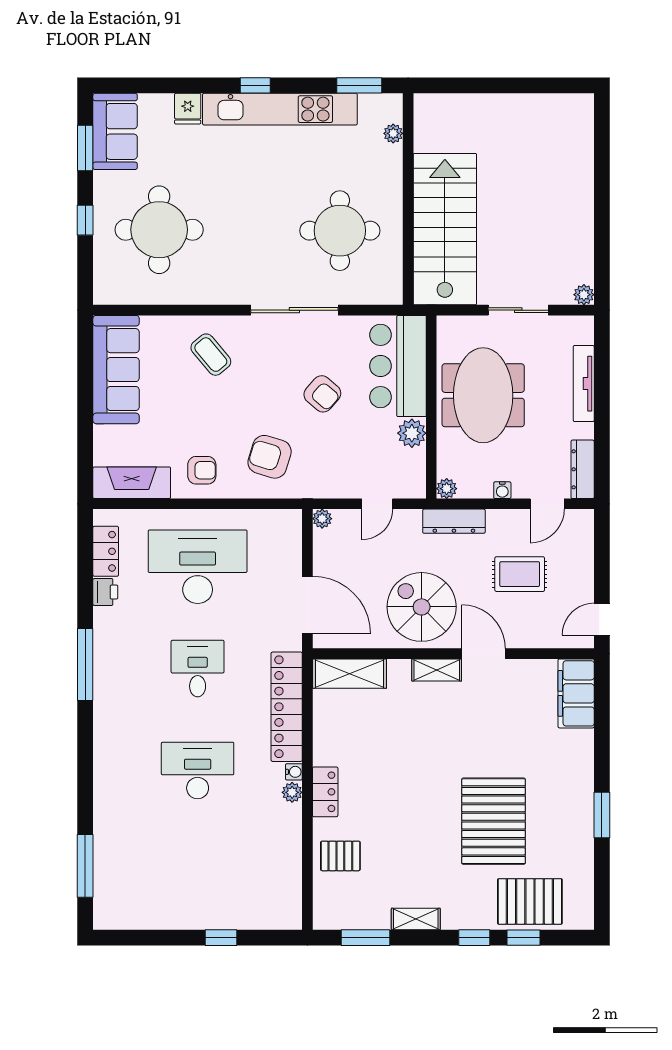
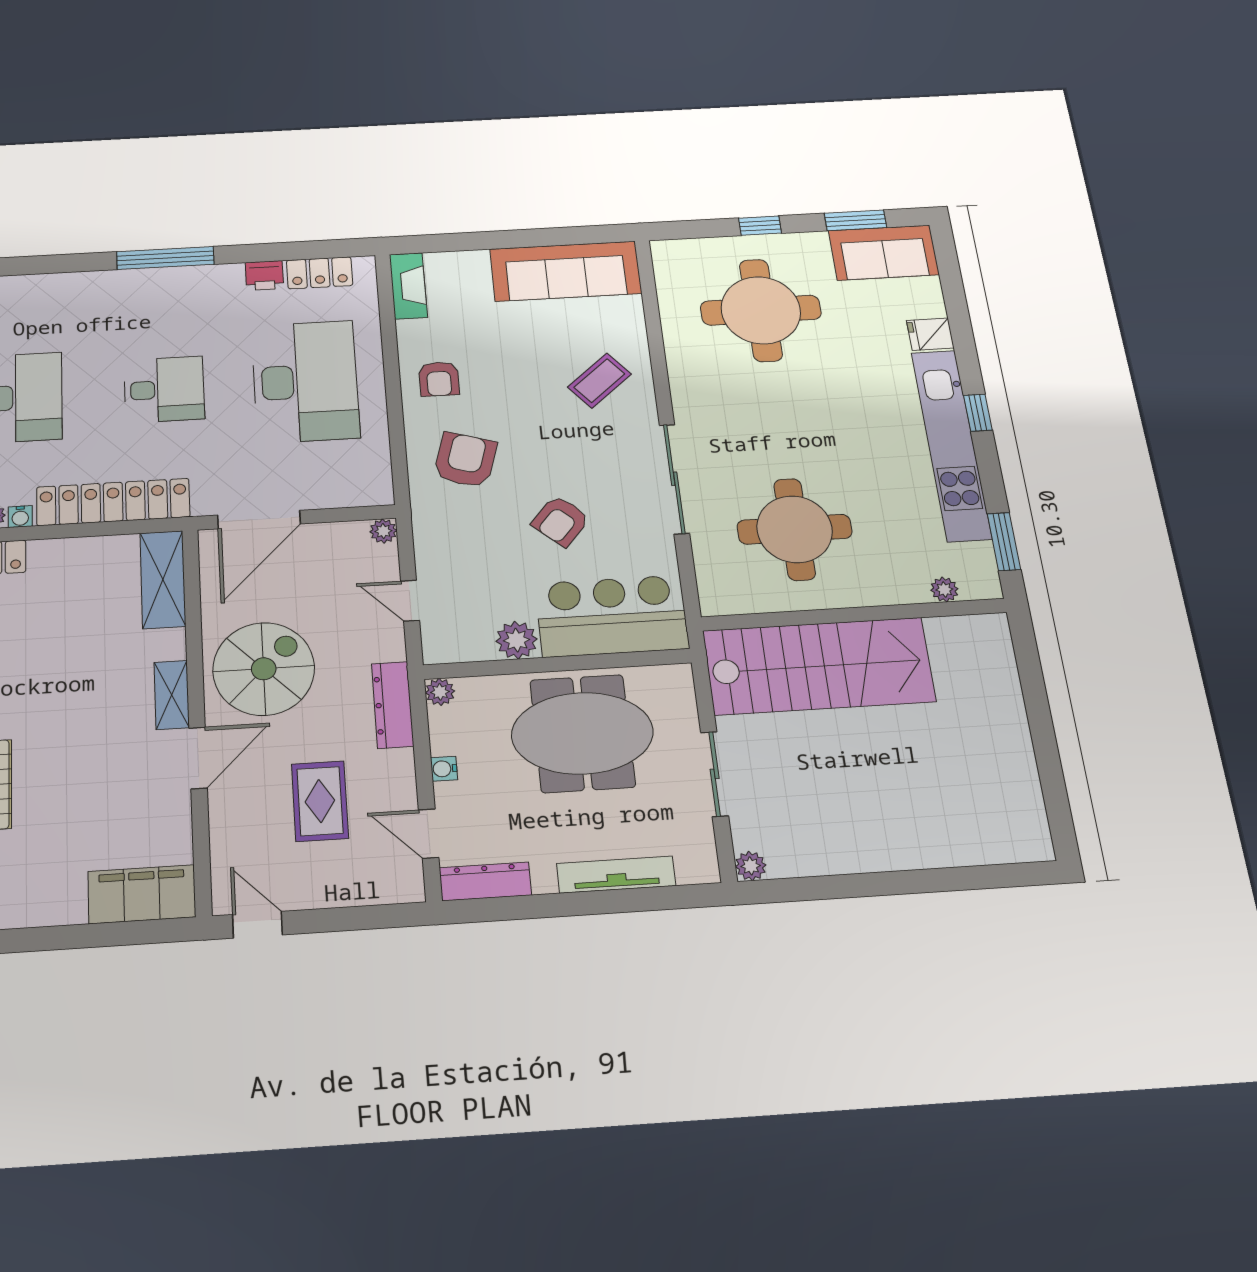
fireplace: (132, 483) -> (408, 286), width x0.73, depth x0.76

